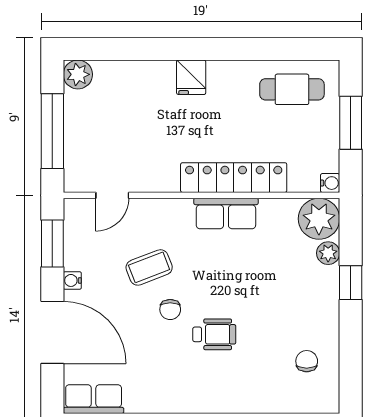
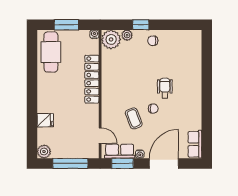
fridge: (191, 77) -> (45, 120), moved
cafe table: (292, 89) -> (51, 52), width x1.37, depth x1.35
row of seats: (226, 213) -> (120, 151), moved, turned -90
chair: (307, 361) -> (153, 41), moved

